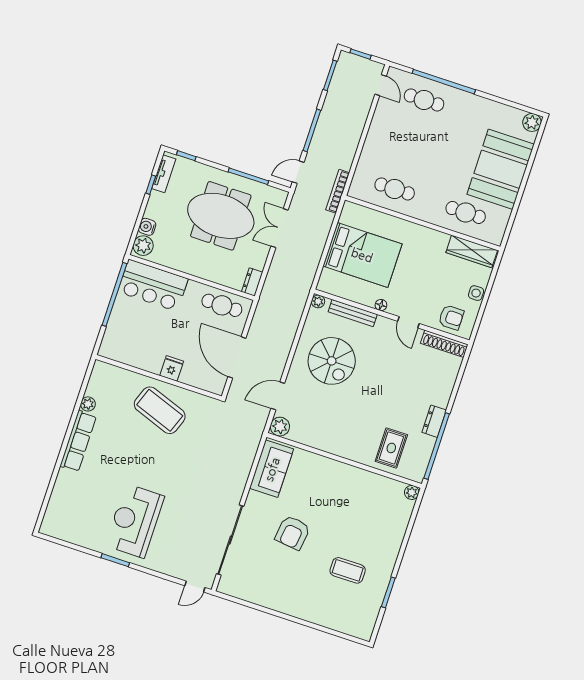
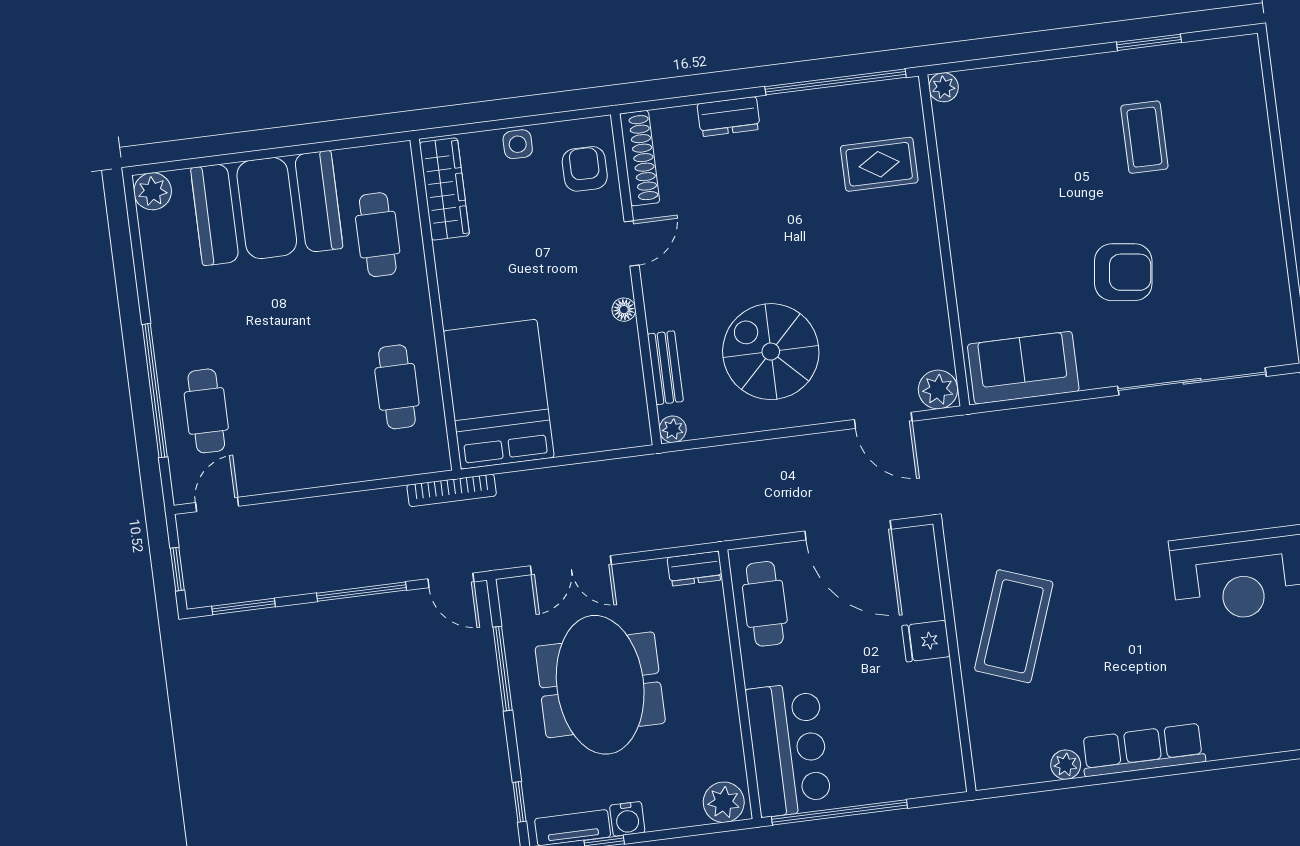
water cooler: (147, 227) -> (627, 819), moved
bed: (362, 255) -> (499, 394), moved
bench: (353, 313) -> (665, 368), width x0.73
door: (237, 357) -> (848, 530), hinge flipped
spiral stairs: (332, 361) -> (771, 352), turned -90
dresser: (434, 421) -> (729, 117), moved

